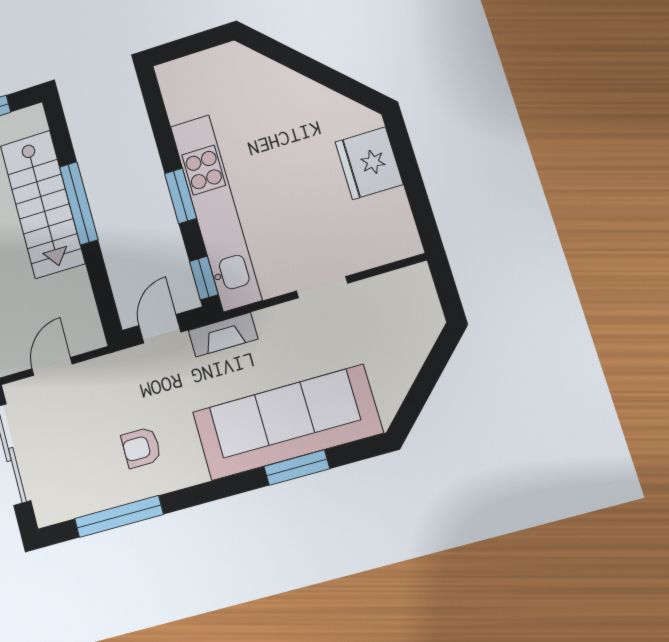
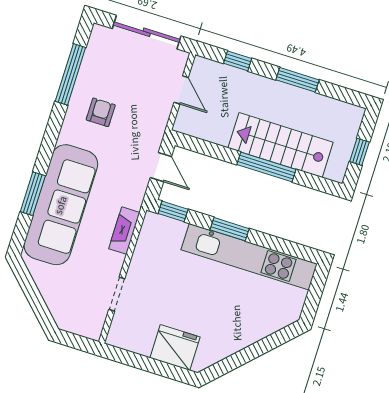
kitchen unit: (216, 213) -> (249, 257), moved
doorway: (322, 287) -> (117, 294), moved
fireplace: (223, 335) -> (124, 231), moved

